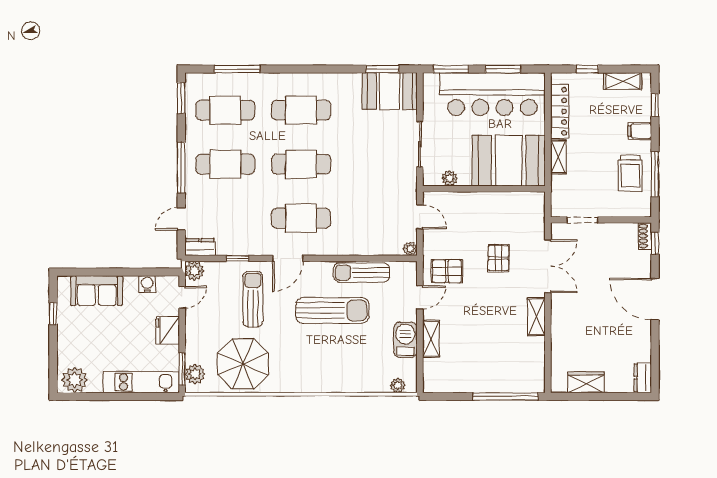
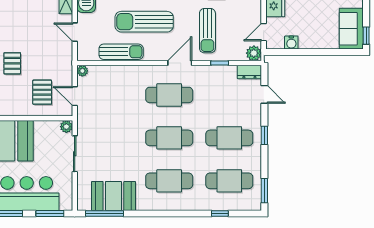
window: (237, 69) -> (220, 213), width x0.46
window: (382, 69) -> (104, 213), width x1.44
booth: (390, 91) -> (113, 196), moved
window: (181, 167) -> (264, 135), width x0.46
plant: (450, 178) -> (66, 127), moved
door: (181, 219) -> (264, 94), hinge flipped
pallet: (447, 271) -> (42, 92), moved, turned 90
sofa: (97, 291) -> (351, 29), moved, turned -90
door: (420, 297) -> (75, 32), hinge flipped
window: (53, 313) -> (366, 36), moved

